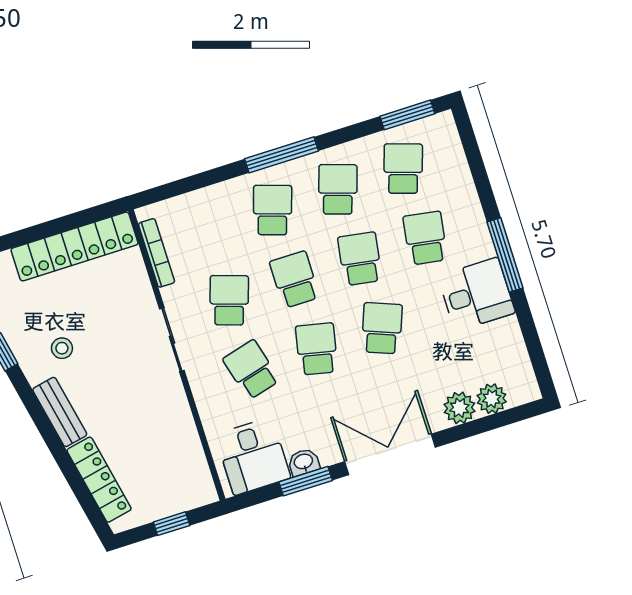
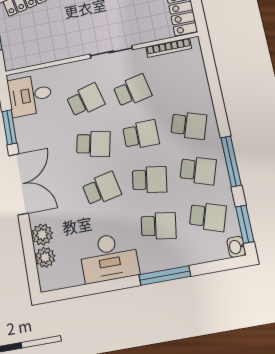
window: (282, 155) -> (231, 161), moved
window: (505, 255) -> (165, 275), moved
desk: (476, 294) -> (109, 258), width x1.37
school desk: (229, 300) -> (132, 91), turned -30
school desk: (382, 328) -> (102, 189), turned -33
washbasin: (304, 462) -> (236, 247), moved, turned 180

